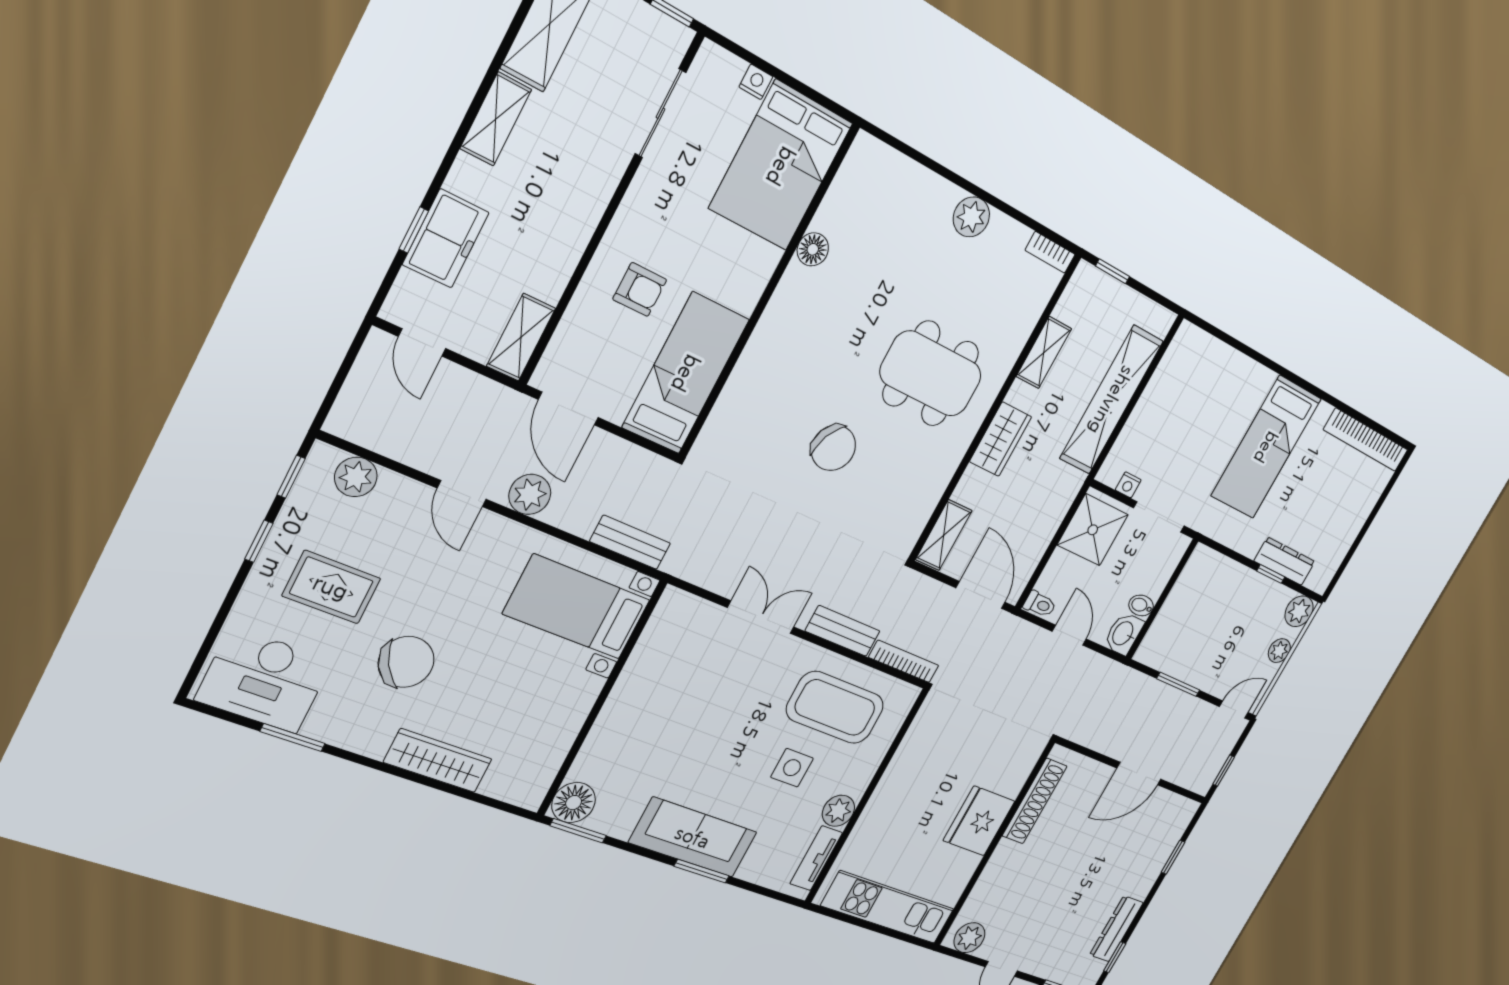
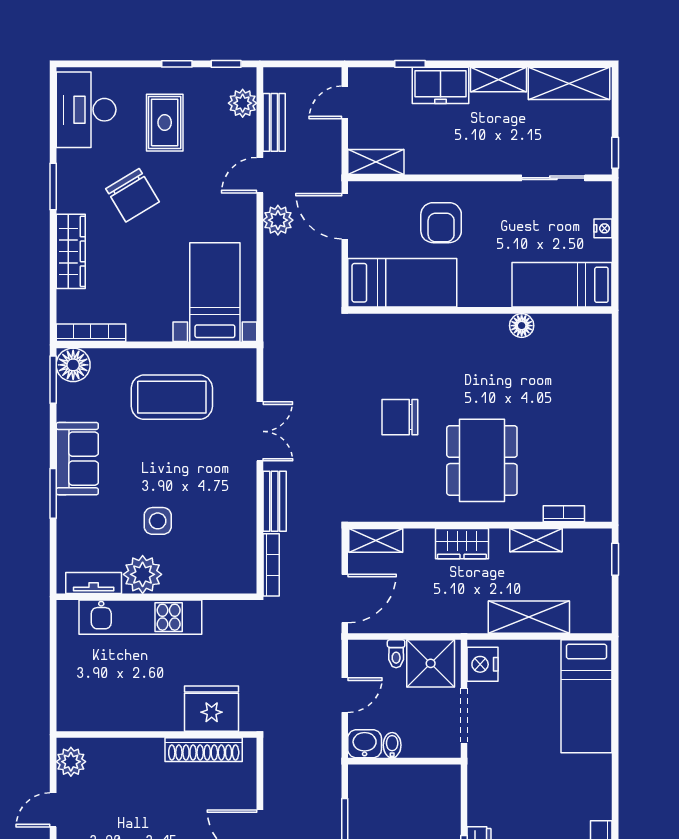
bed: (781, 166) -> (562, 285), width x0.67
plant: (971, 217) -> (597, 427), removed
freezer: (446, 239) -> (441, 85), moved
bookcase: (1050, 252) -> (564, 514), moved, turned 90
armchair: (640, 290) -> (441, 223), width x1.38, depth x1.38
shelving: (1111, 400) -> (529, 617), width x0.68
door: (568, 409) -> (345, 216), hinge flipped
bed: (1266, 447) -> (586, 696), moved, turned -90
chair: (833, 448) -> (400, 417), turned 64
nightstand: (1128, 485) -> (482, 664), width x1.89, depth x1.79
bench: (630, 542) -> (274, 122), moved
toilet: (1040, 604) -> (396, 654), moved
coffee table: (835, 708) -> (172, 397), moved, turned 90
window: (293, 737) -> (53, 187), moved
bookcase: (548, 770) -> (91, 333), added
plant: (838, 811) -> (143, 574), width x1.36, depth x1.36
fridge: (979, 821) -> (212, 709), moved
sofa: (693, 837) -> (77, 459), width x0.73
kitchen unit: (888, 907) -> (140, 617), moved, turned 90

